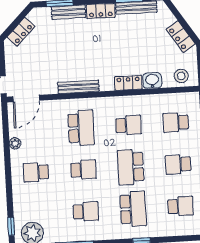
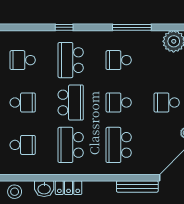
bench: (78, 87) -> (137, 186), moved
school desk: (128, 125) -> (71, 145), width x1.85
school desk: (36, 172) -> (167, 103), turned 180

